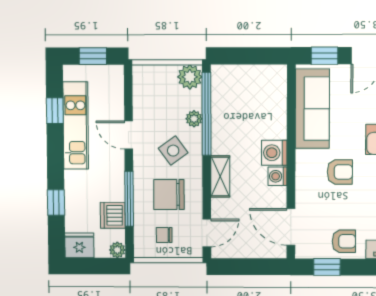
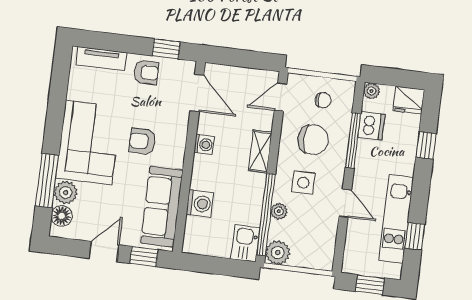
kitchen sink: (223, 82) -> (245, 243), added
side table: (173, 151) -> (303, 183), turned 36
washing machine: (274, 153) -> (200, 204), moved
armchair: (344, 241) -> (146, 72), turned 180

